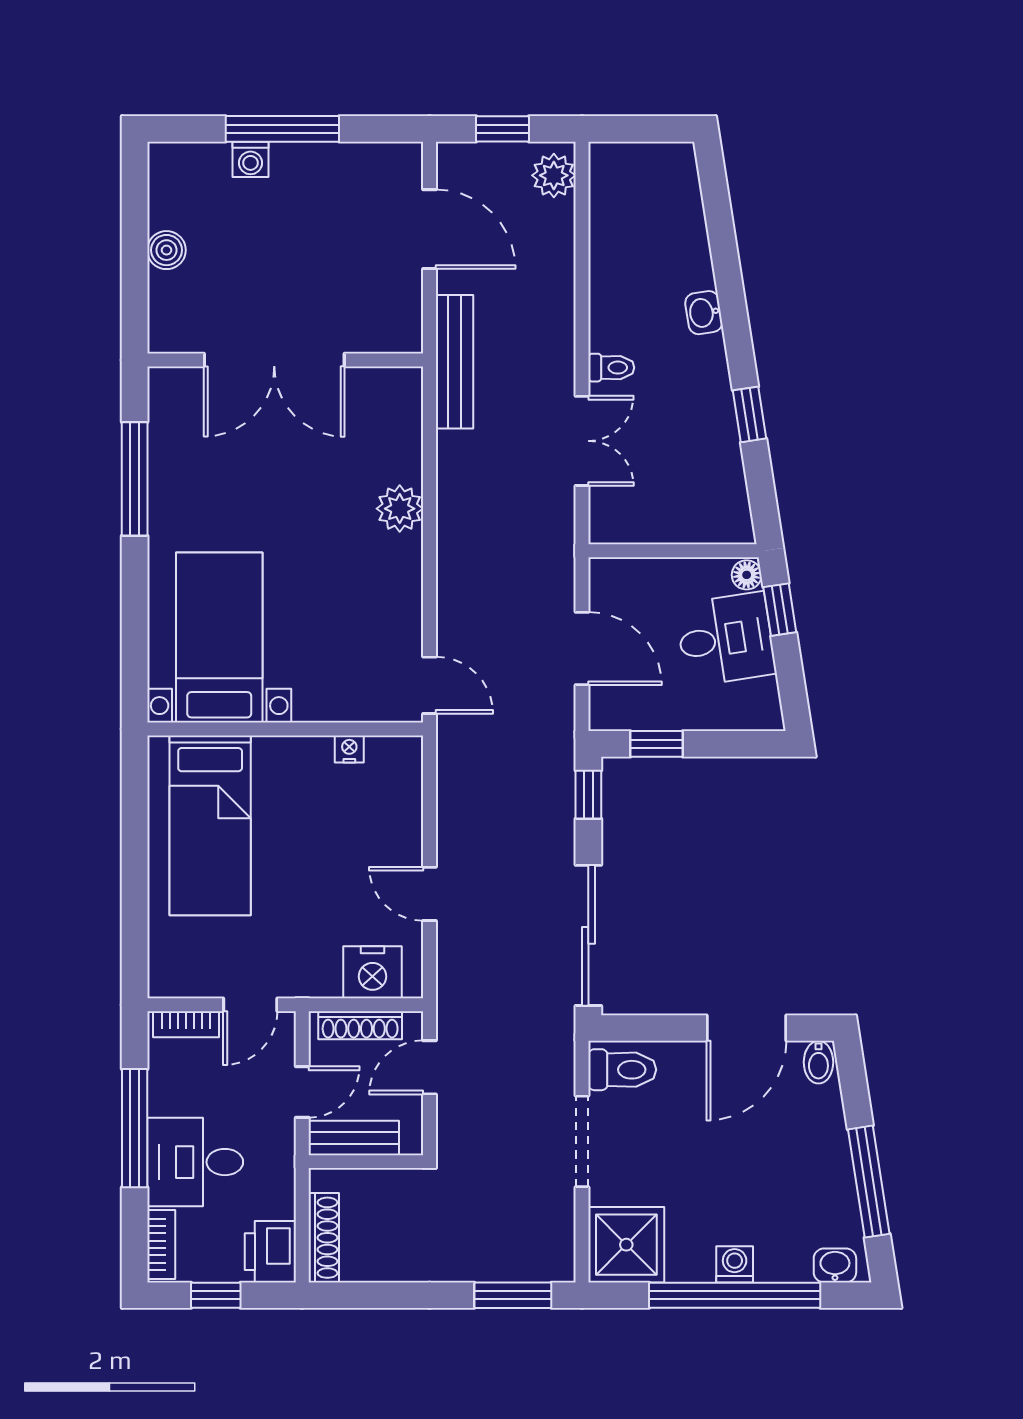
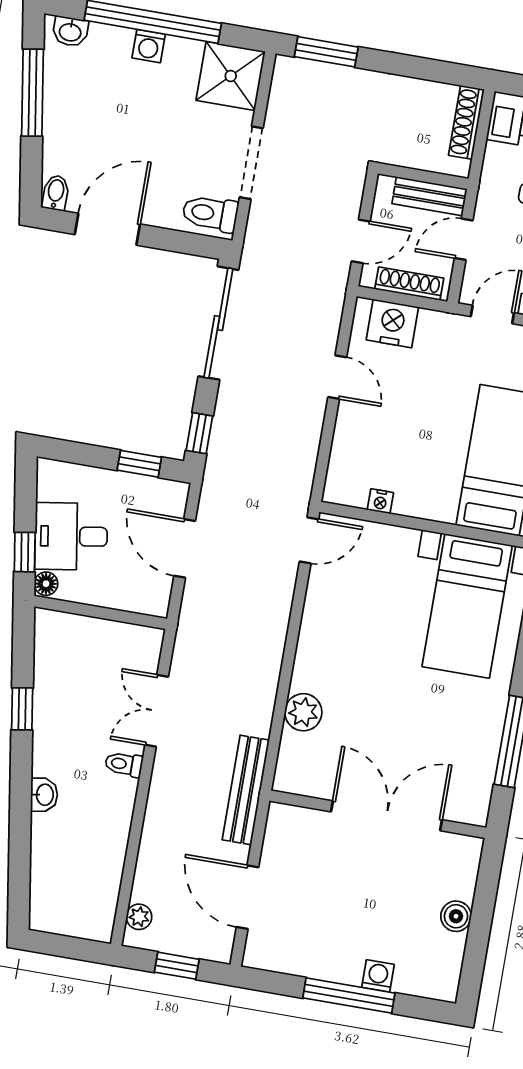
plant: (554, 175) -> (139, 917), width x0.73, depth x0.73
plant: (400, 509) -> (303, 712), moved
door: (429, 685) -> (309, 540), swing flipped

